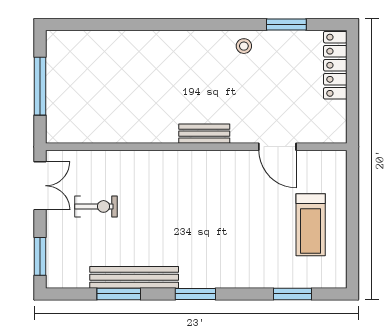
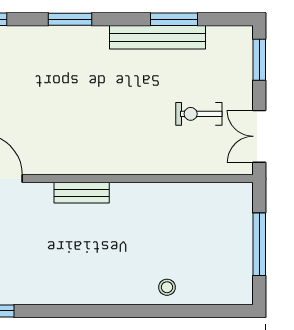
stool: (244, 46) -> (167, 287), moved
window: (195, 294) -> (70, 19), moved

